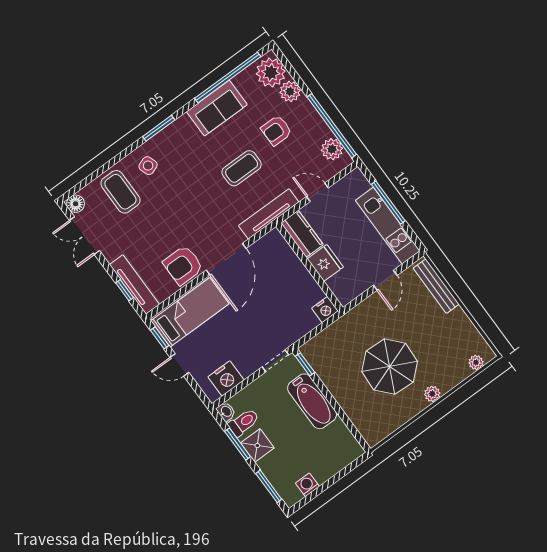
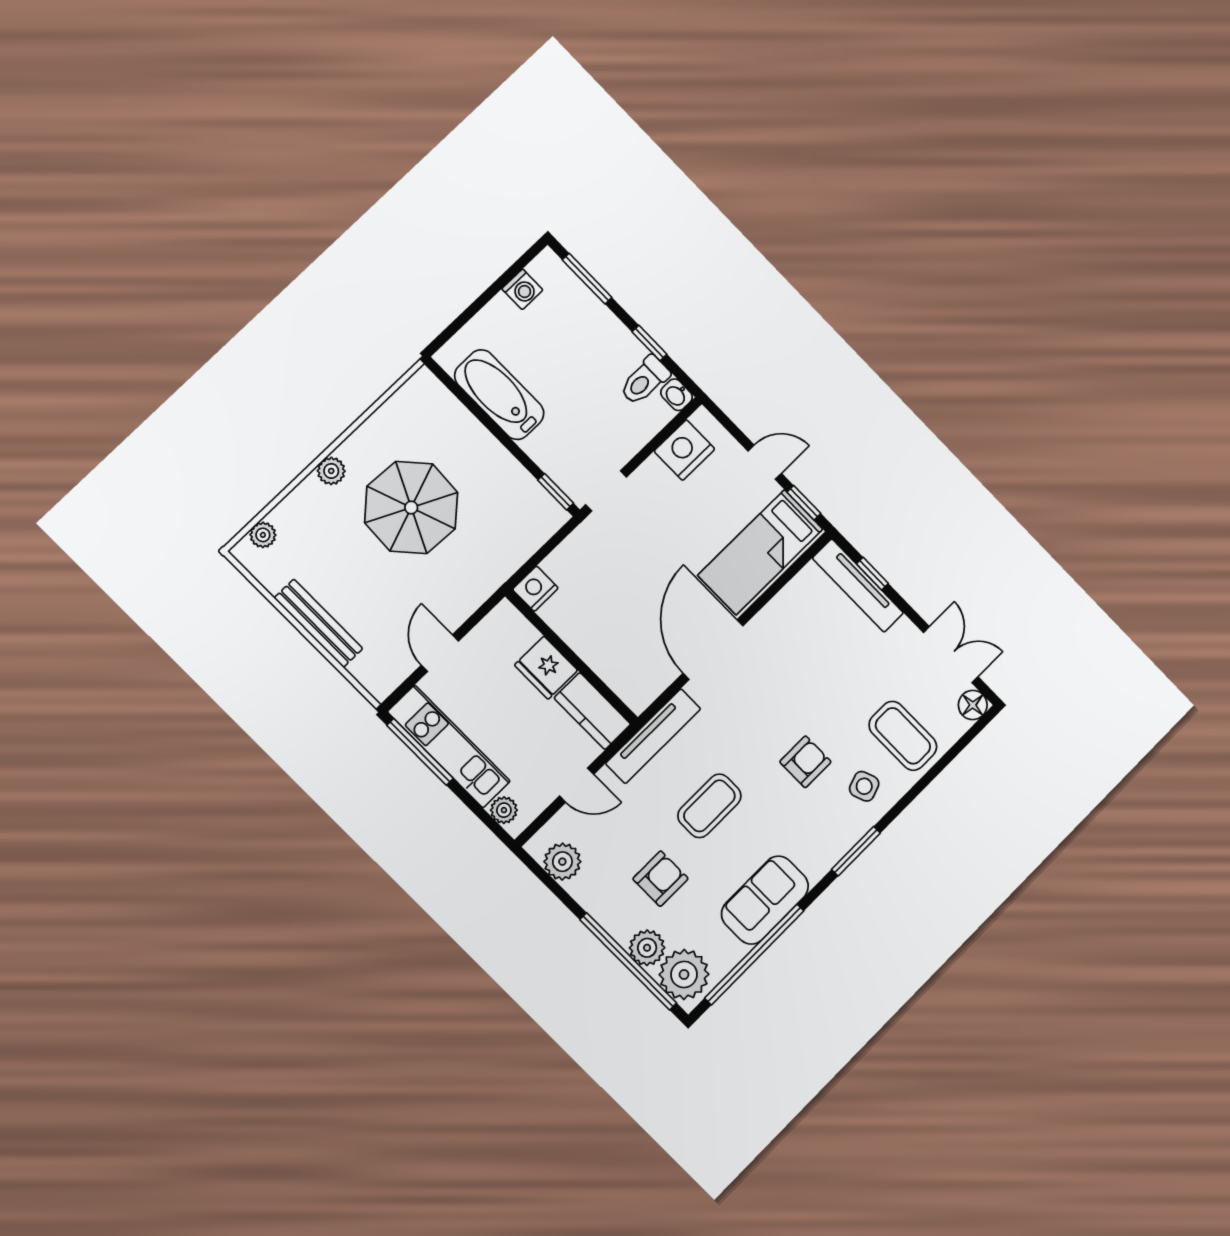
window: (332, 126) -> (628, 961), moved
plant: (361, 184) -> (504, 810), added
window: (388, 203) -> (420, 752), moved
armchair: (183, 265) -> (805, 762), moved, width x0.72, depth x0.72
bench: (436, 286) -> (319, 623), moved
bathtub: (312, 401) -> (499, 395), moved
window: (238, 444) -> (649, 343), width x0.67
shower: (257, 445) -> (616, 345), removed

